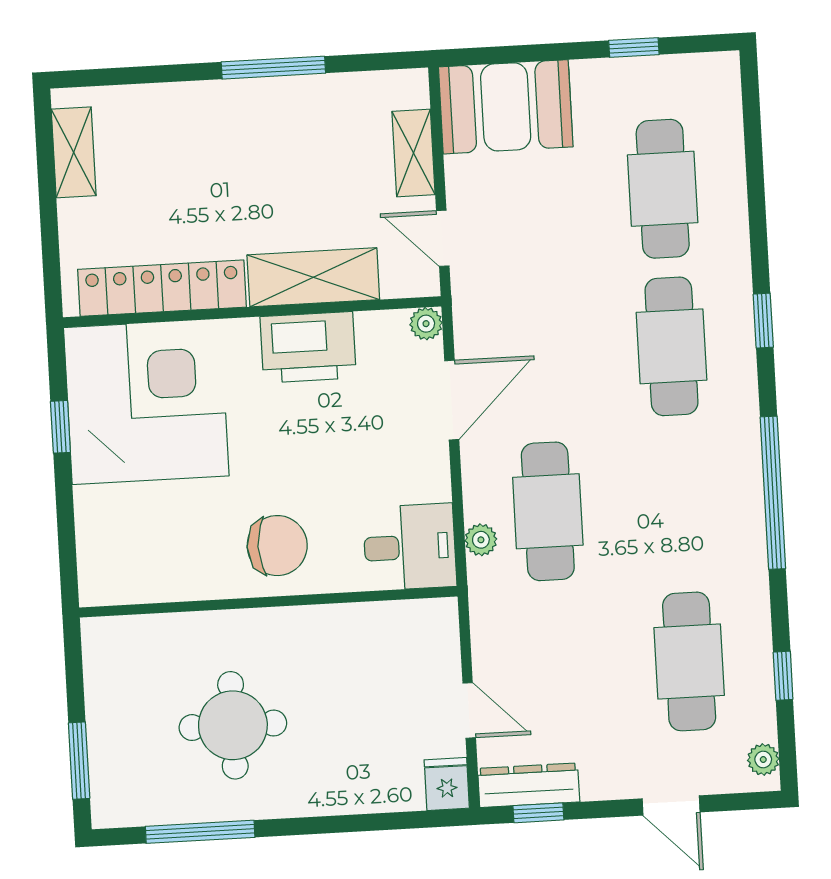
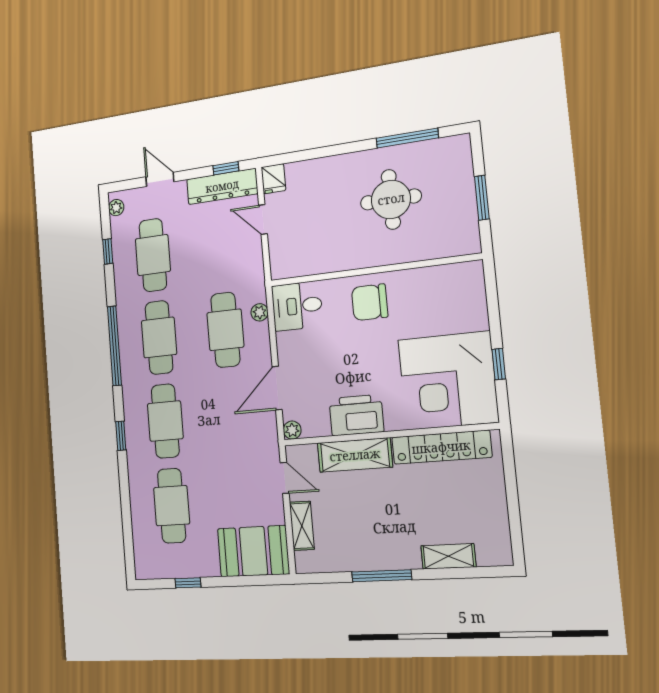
shelving: (74, 152) -> (448, 556), moved, turned 90
cafe table: (680, 504) -> (159, 337), added
window: (79, 761) -> (482, 198), moved
dresser: (529, 785) -> (222, 186), width x1.37, depth x1.24

